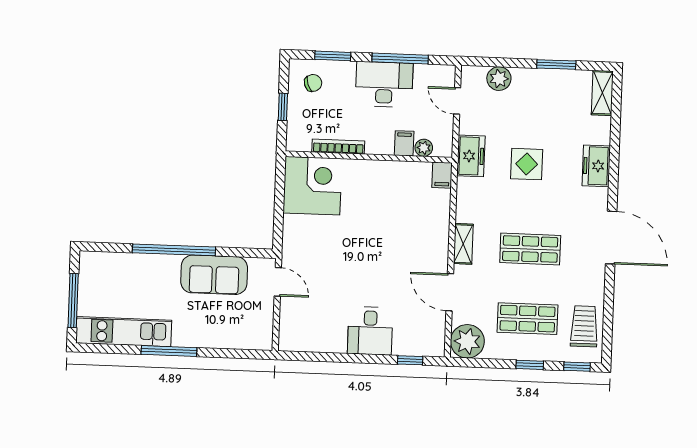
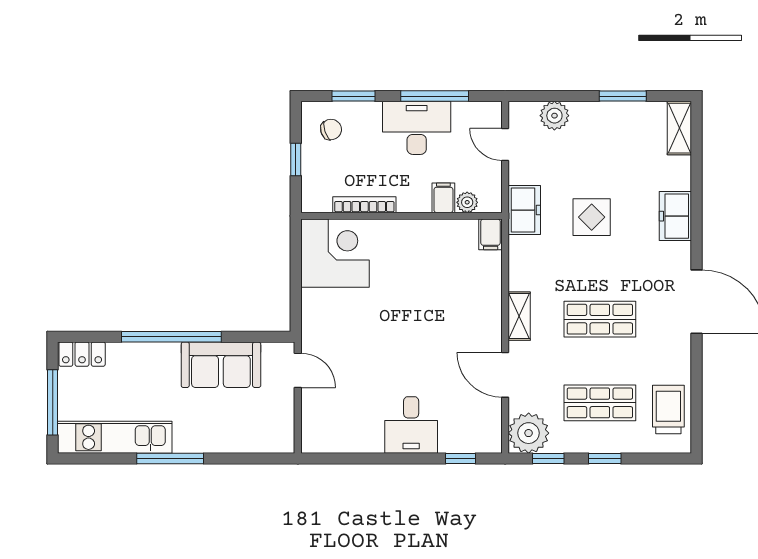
locker: (99, 261) -> (82, 354), added
window: (577, 367) -> (548, 458), moved

